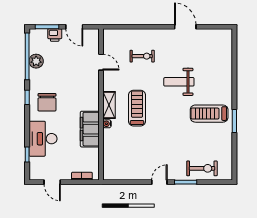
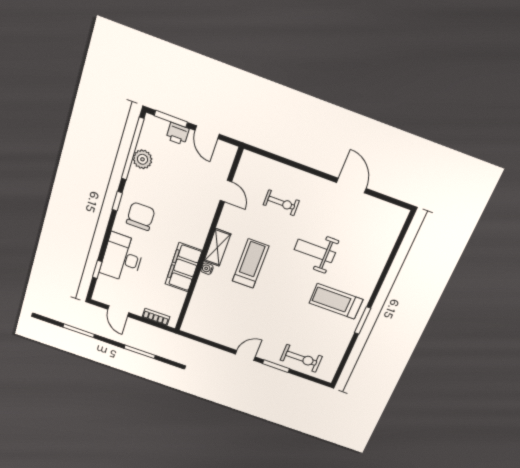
chair: (47, 102) -> (141, 216), turned 180

